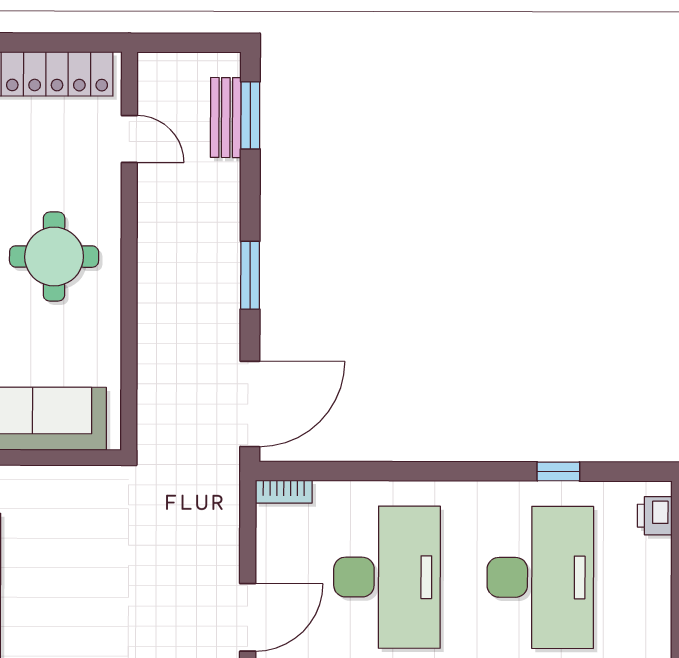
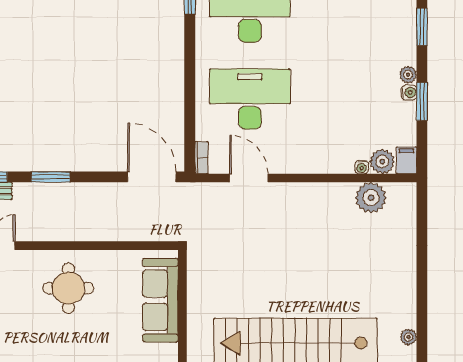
window: (250, 275) -> (51, 177), moved
door: (248, 617) -> (249, 178), moved

